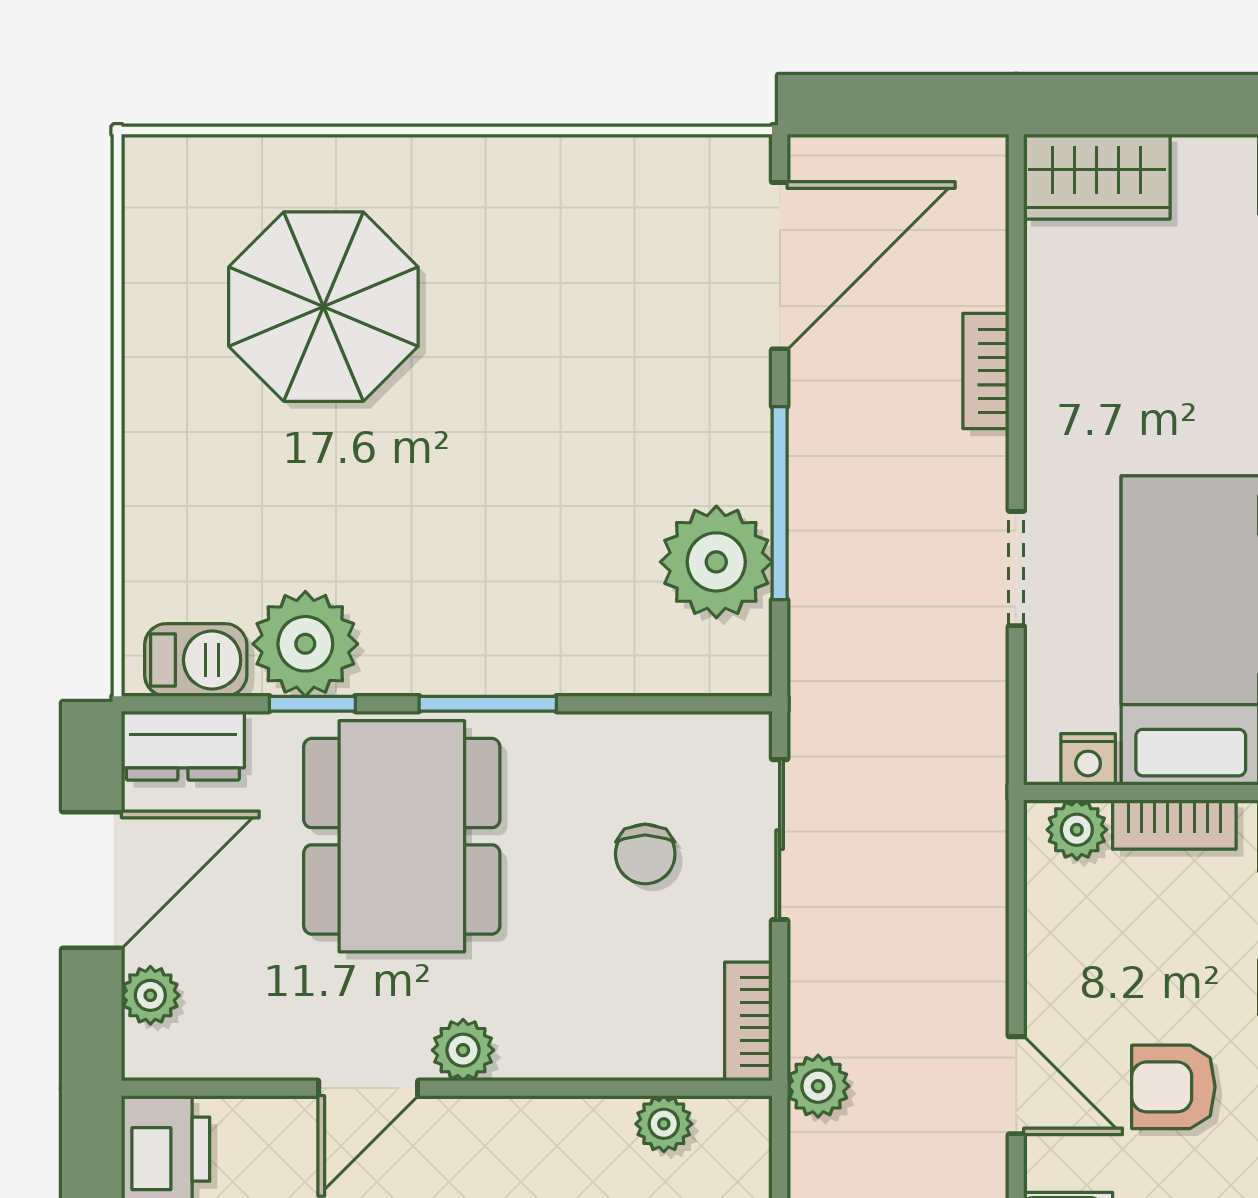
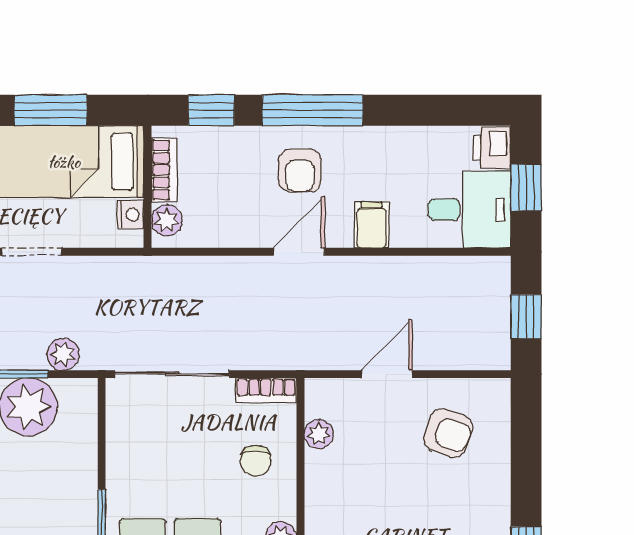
sliding door: (780, 840) -> (172, 374), width x1.37
chair: (645, 854) -> (256, 461), moved, turned 90
plant: (818, 1086) -> (63, 354), moved

